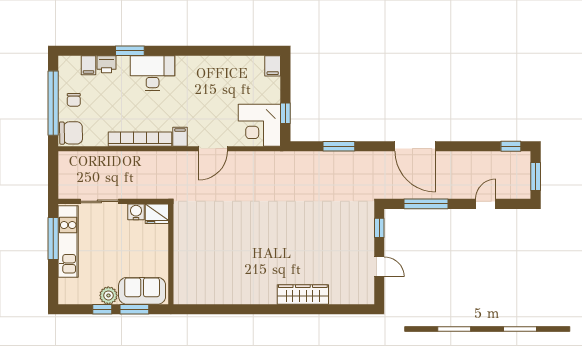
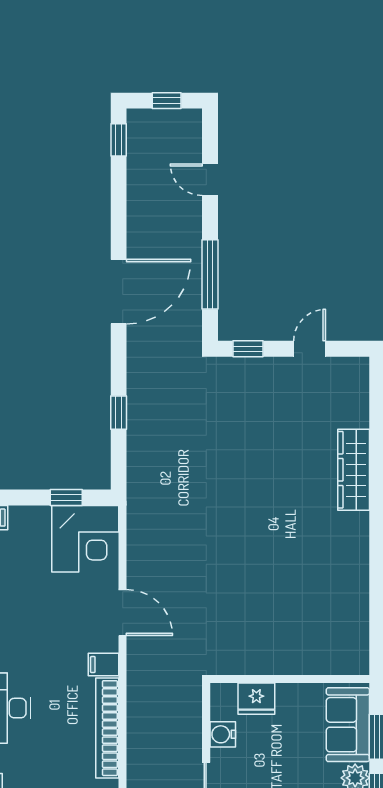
window: (339, 146) -> (119, 413), width x0.67
window: (536, 177) -> (167, 101), width x0.67
fridge: (157, 214) -> (256, 699), moved, turned 90

